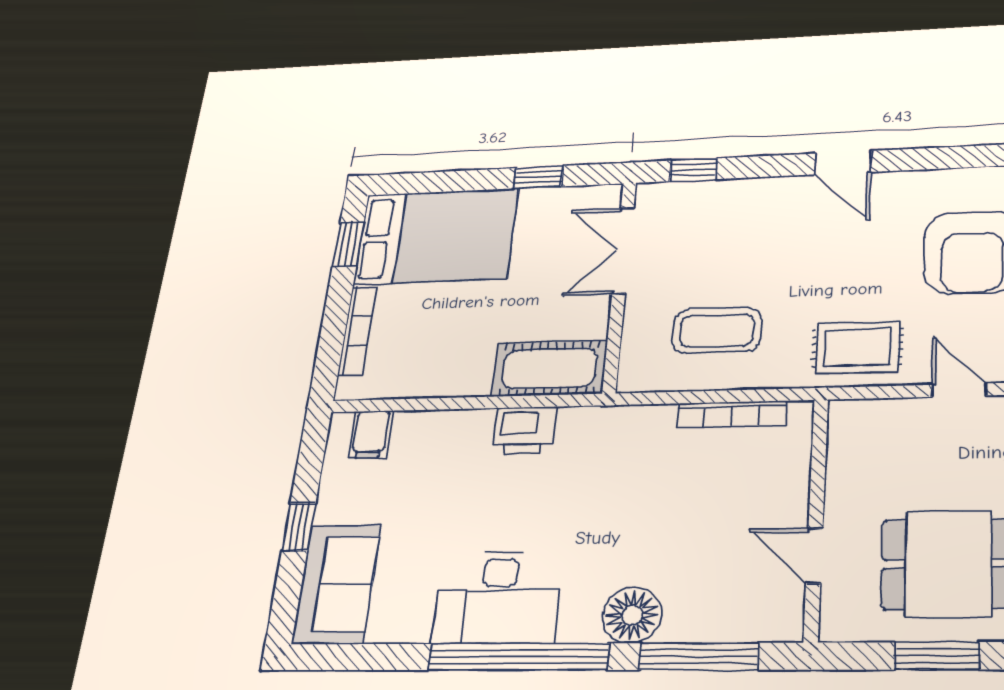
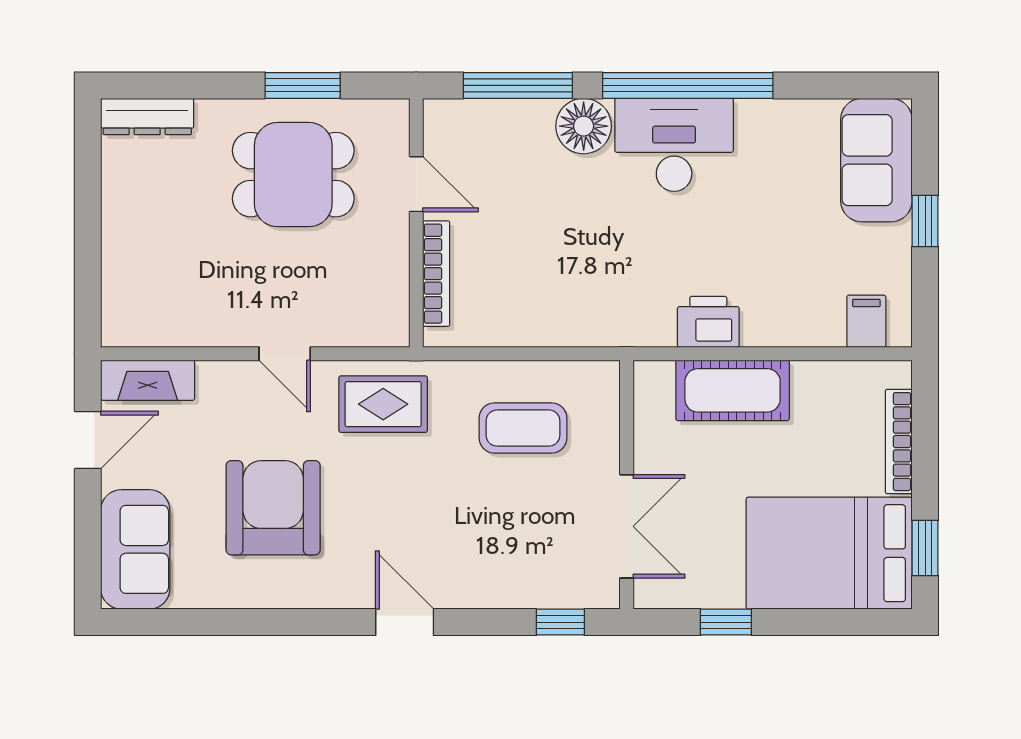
cot: (550, 369) -> (733, 390), moved
bookcase: (732, 414) -> (436, 274), moved, turned 90
desk: (498, 597) -> (674, 145), moved

